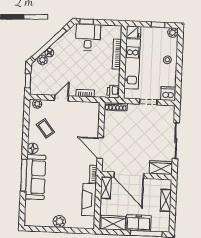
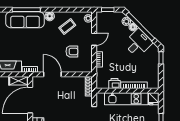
desk: (88, 37) -> (138, 43), moved, turned -45
printer: (113, 92) -> (115, 84), moved
door: (61, 98) -> (94, 39), hinge flipped
armchair: (75, 125) -> (72, 51), added
door: (100, 148) -> (52, 74), hinge flipped

